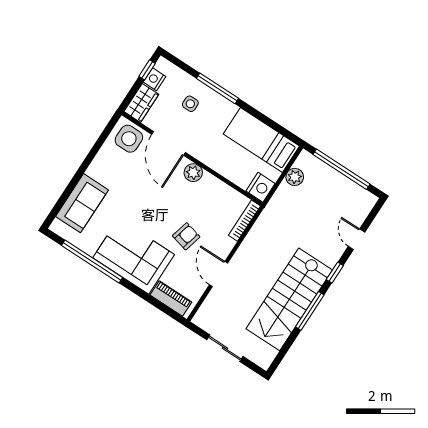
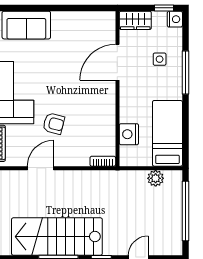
nightstand: (154, 79) -> (175, 19), moved, turned 90
side table: (129, 139) -> (101, 29), removed
plant: (193, 173) -> (107, 97), removed
nightstand: (260, 187) -> (129, 134), moved, turned 90
bookcase: (244, 221) -> (103, 161), width x0.64

